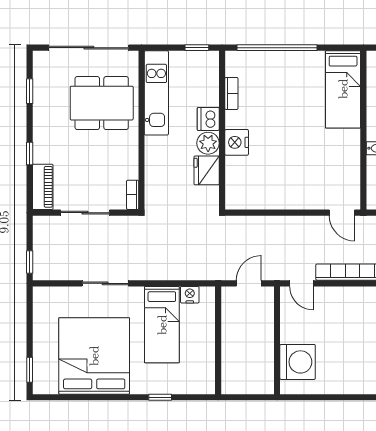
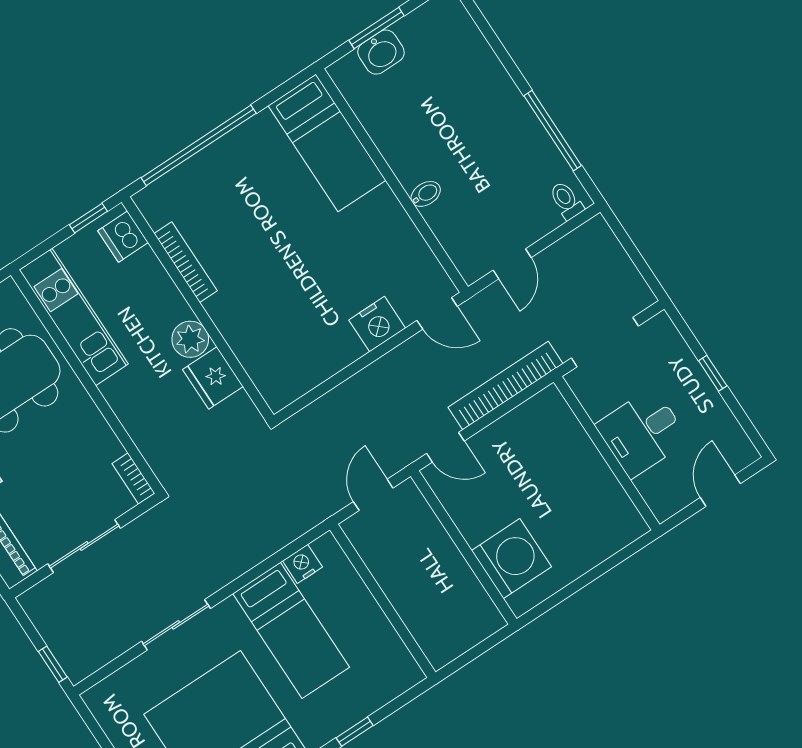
bookcase: (231, 93) -> (186, 262), width x1.56
dishwasher: (208, 119) -> (123, 237), moved
nightstand: (237, 142) -> (377, 324), moved, turned -90

